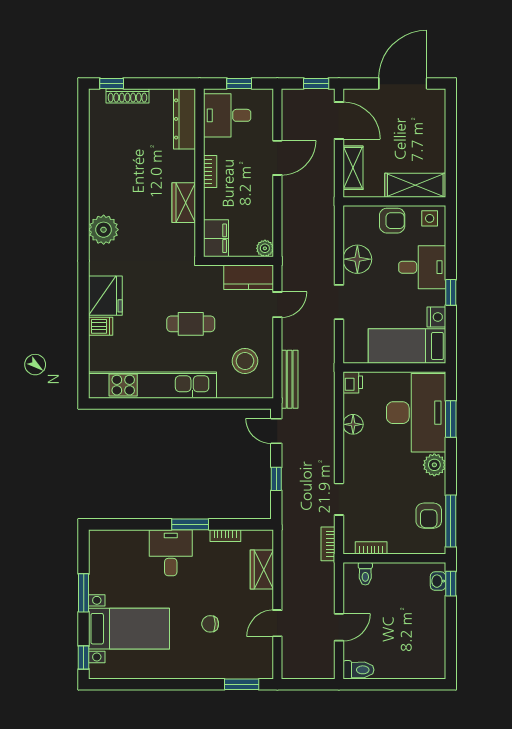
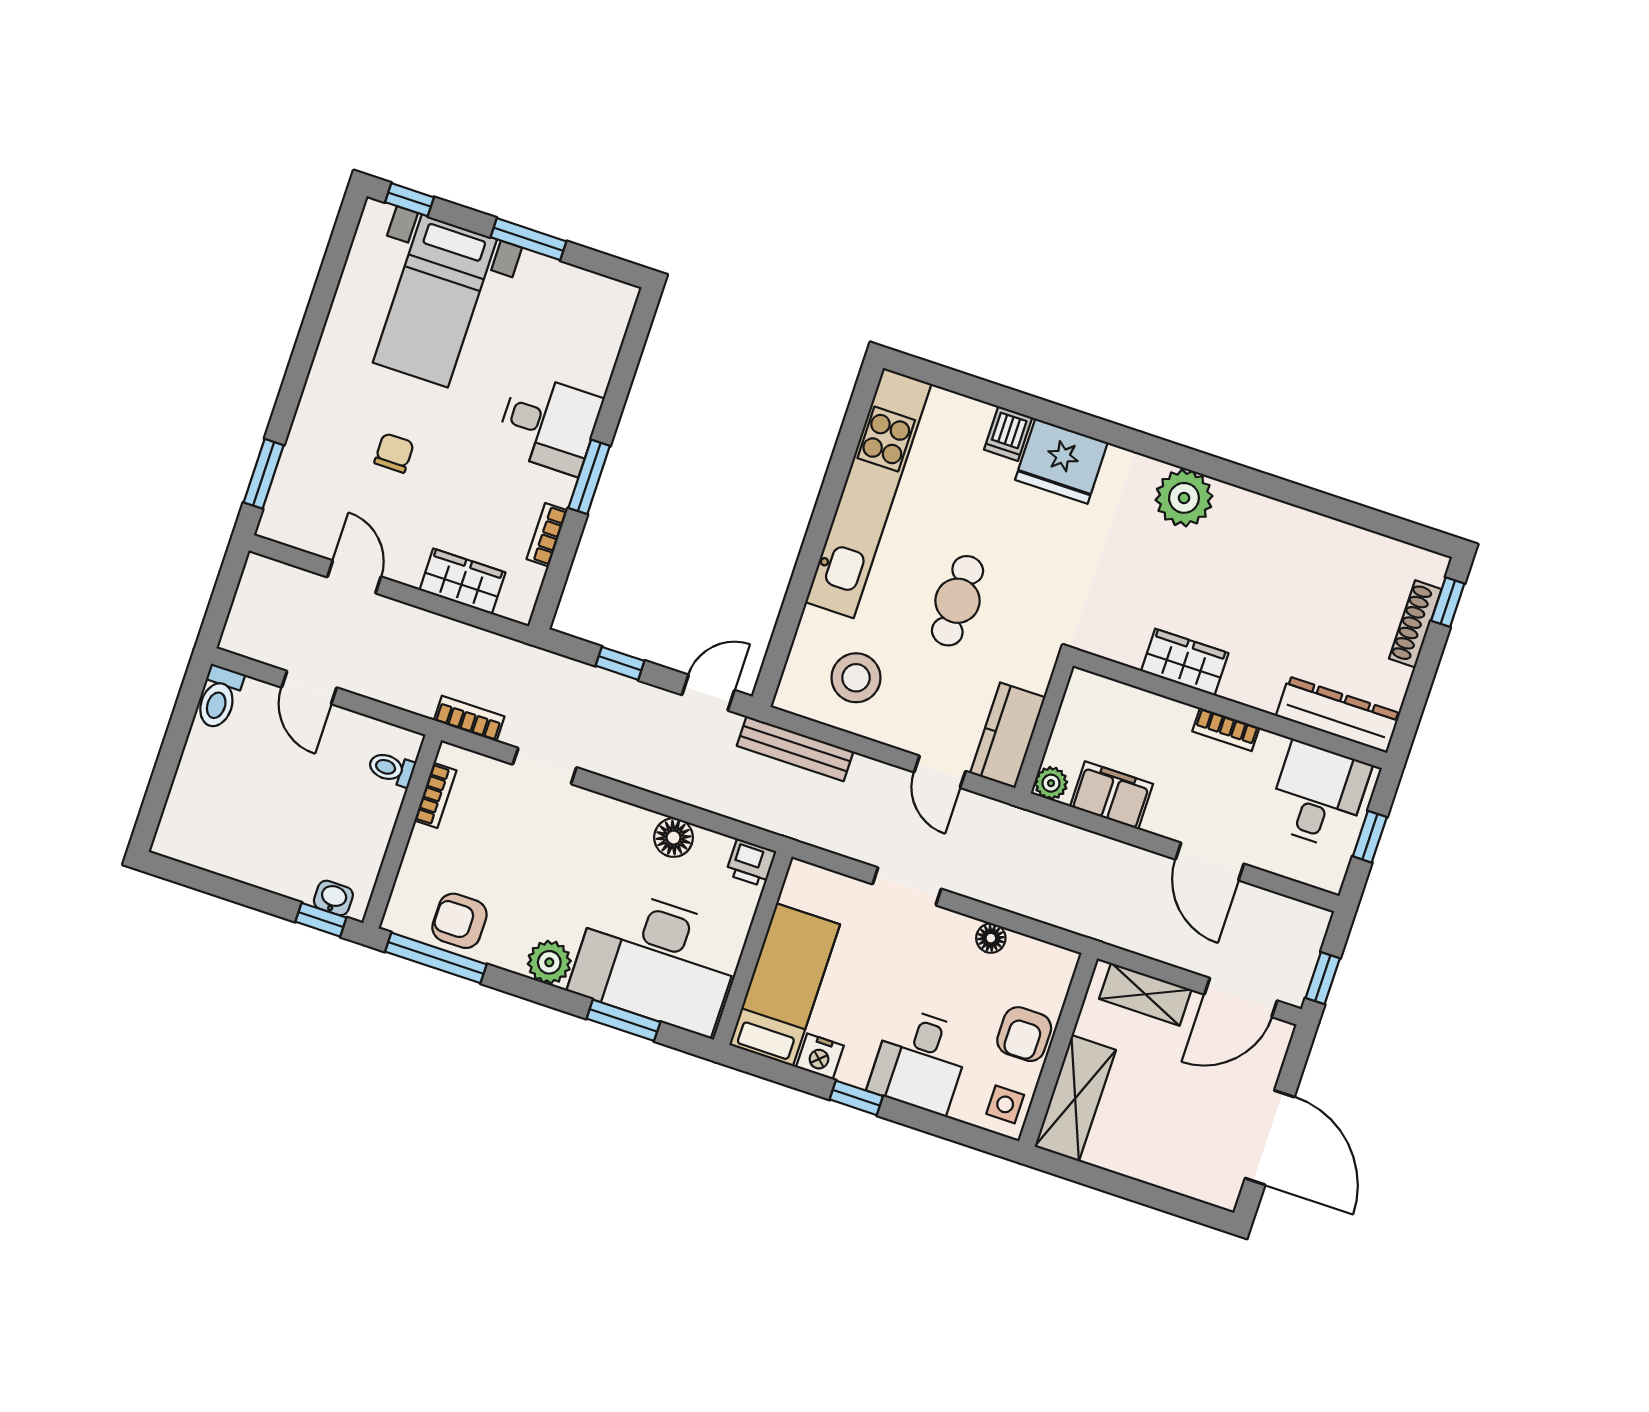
filing cabinet: (216, 238) -> (1112, 795), moved, turned 180
floor lamp: (357, 259) -> (991, 938), width x0.53, depth x0.53

